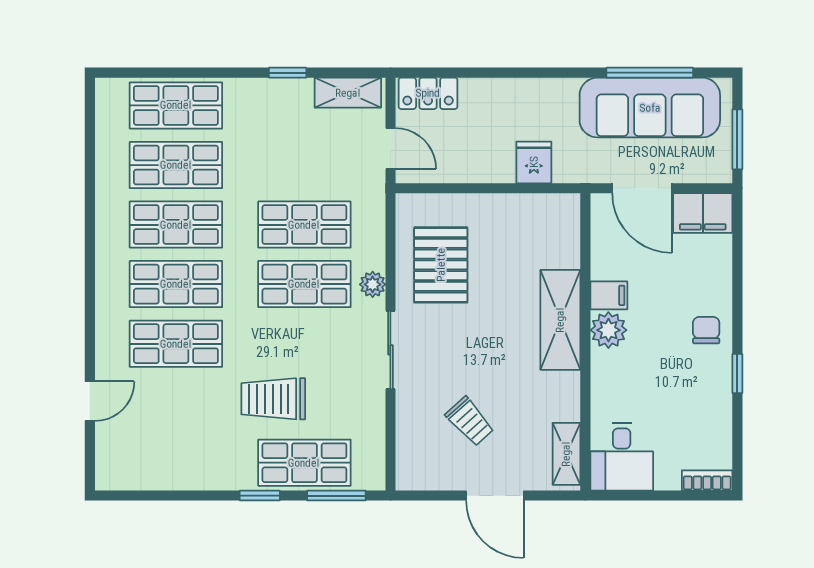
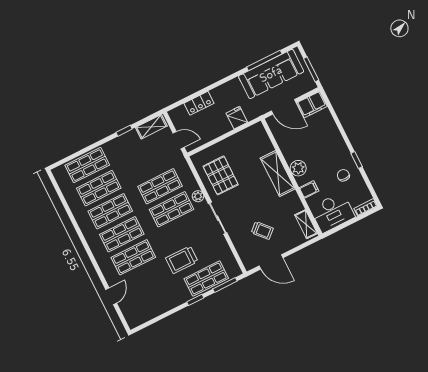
locker: (428, 93) -> (199, 103), moved
filing cabinet: (609, 295) -> (309, 189), moved
chair: (706, 330) -> (343, 175), moved
desk: (622, 457) -> (332, 212), width x1.37
door: (495, 496) -> (271, 262), moved

